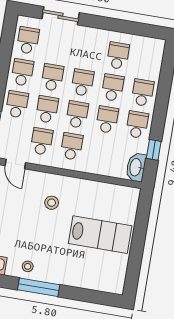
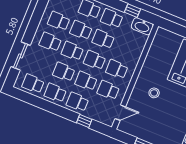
school desk: (88, 51) -> (50, 42), added

